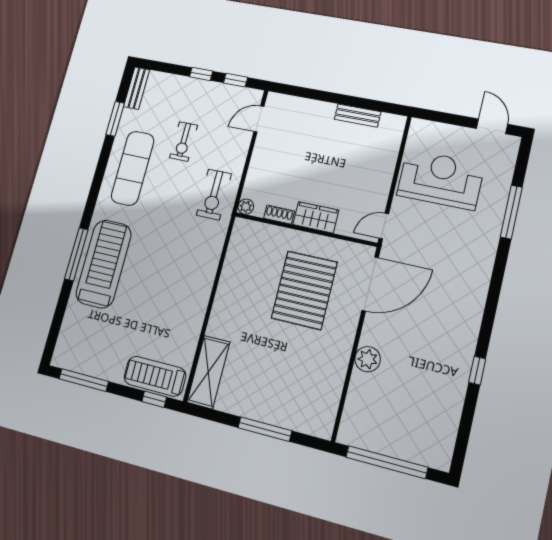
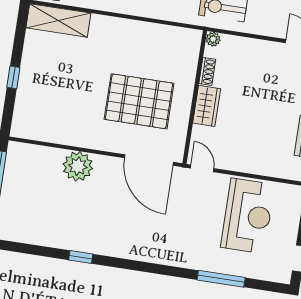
plant: (368, 359) -> (78, 166), width x1.36, depth x1.36
window: (265, 429) -> (13, 77), width x0.46

